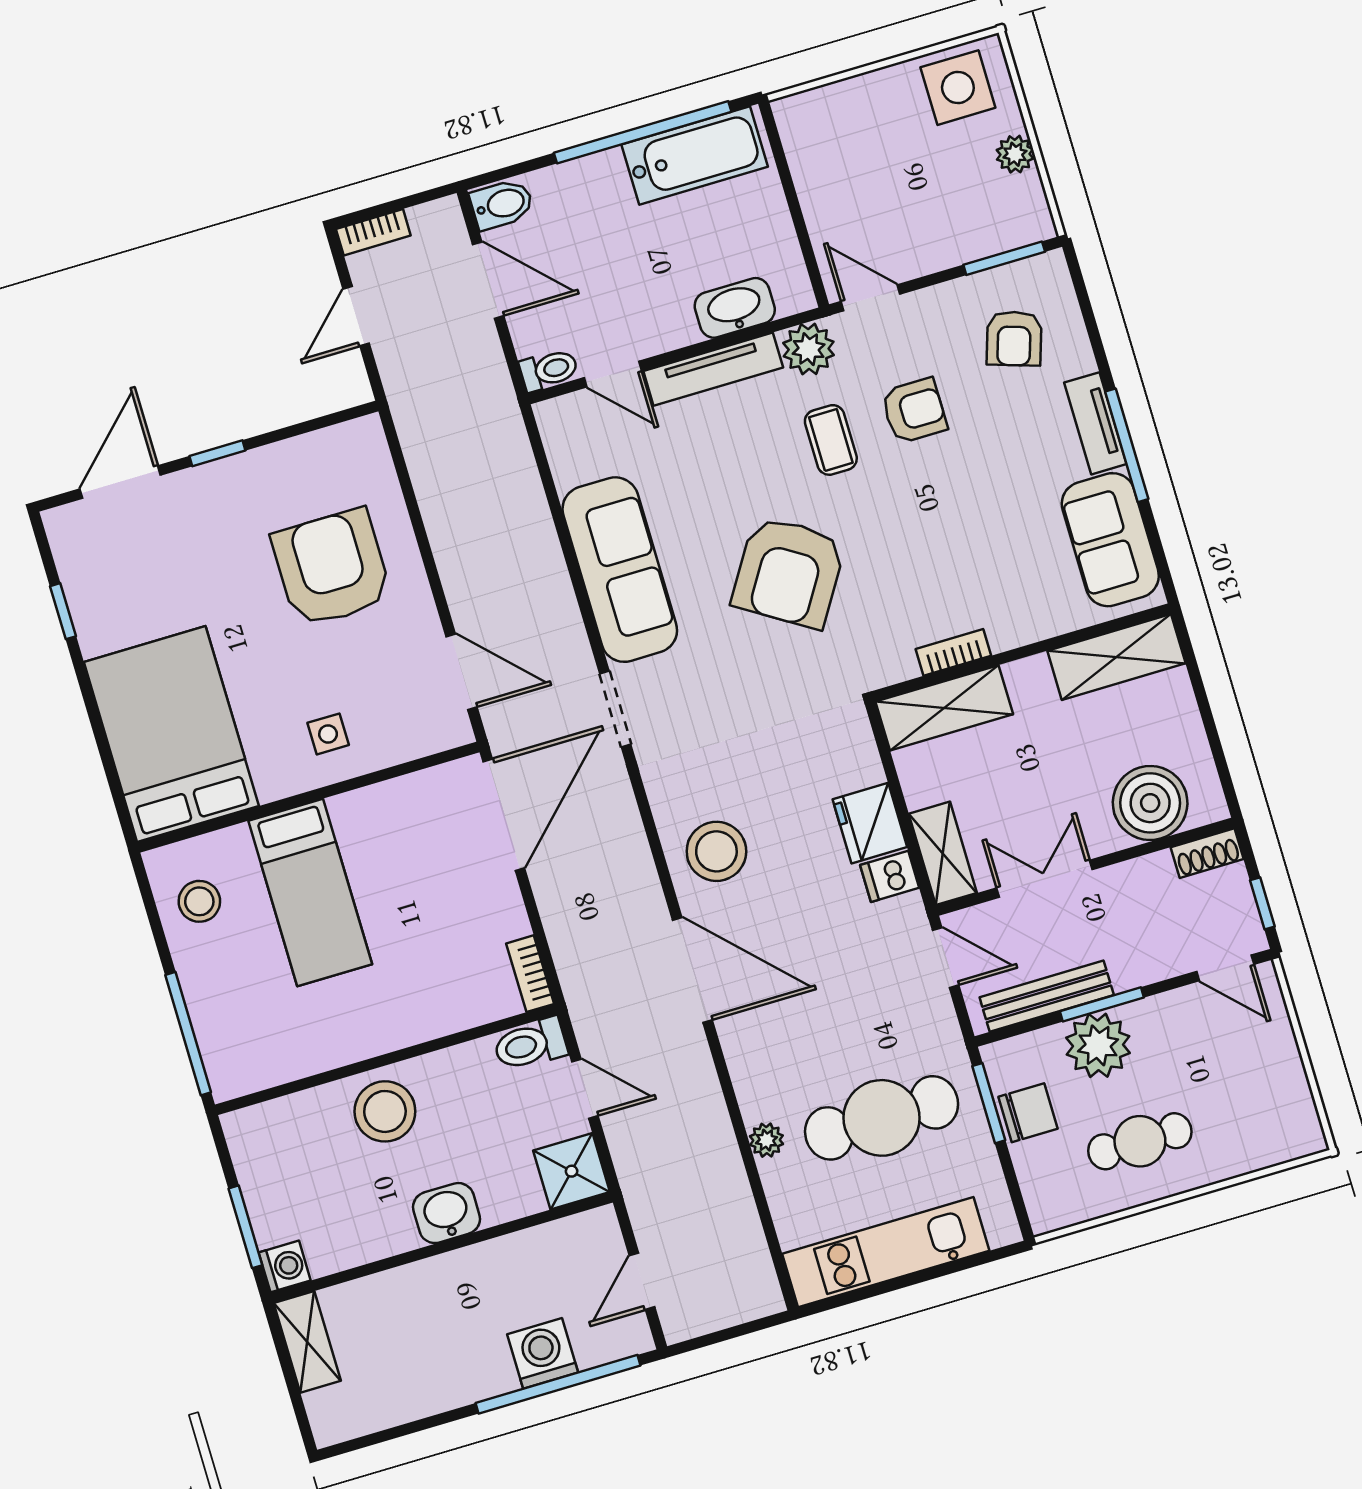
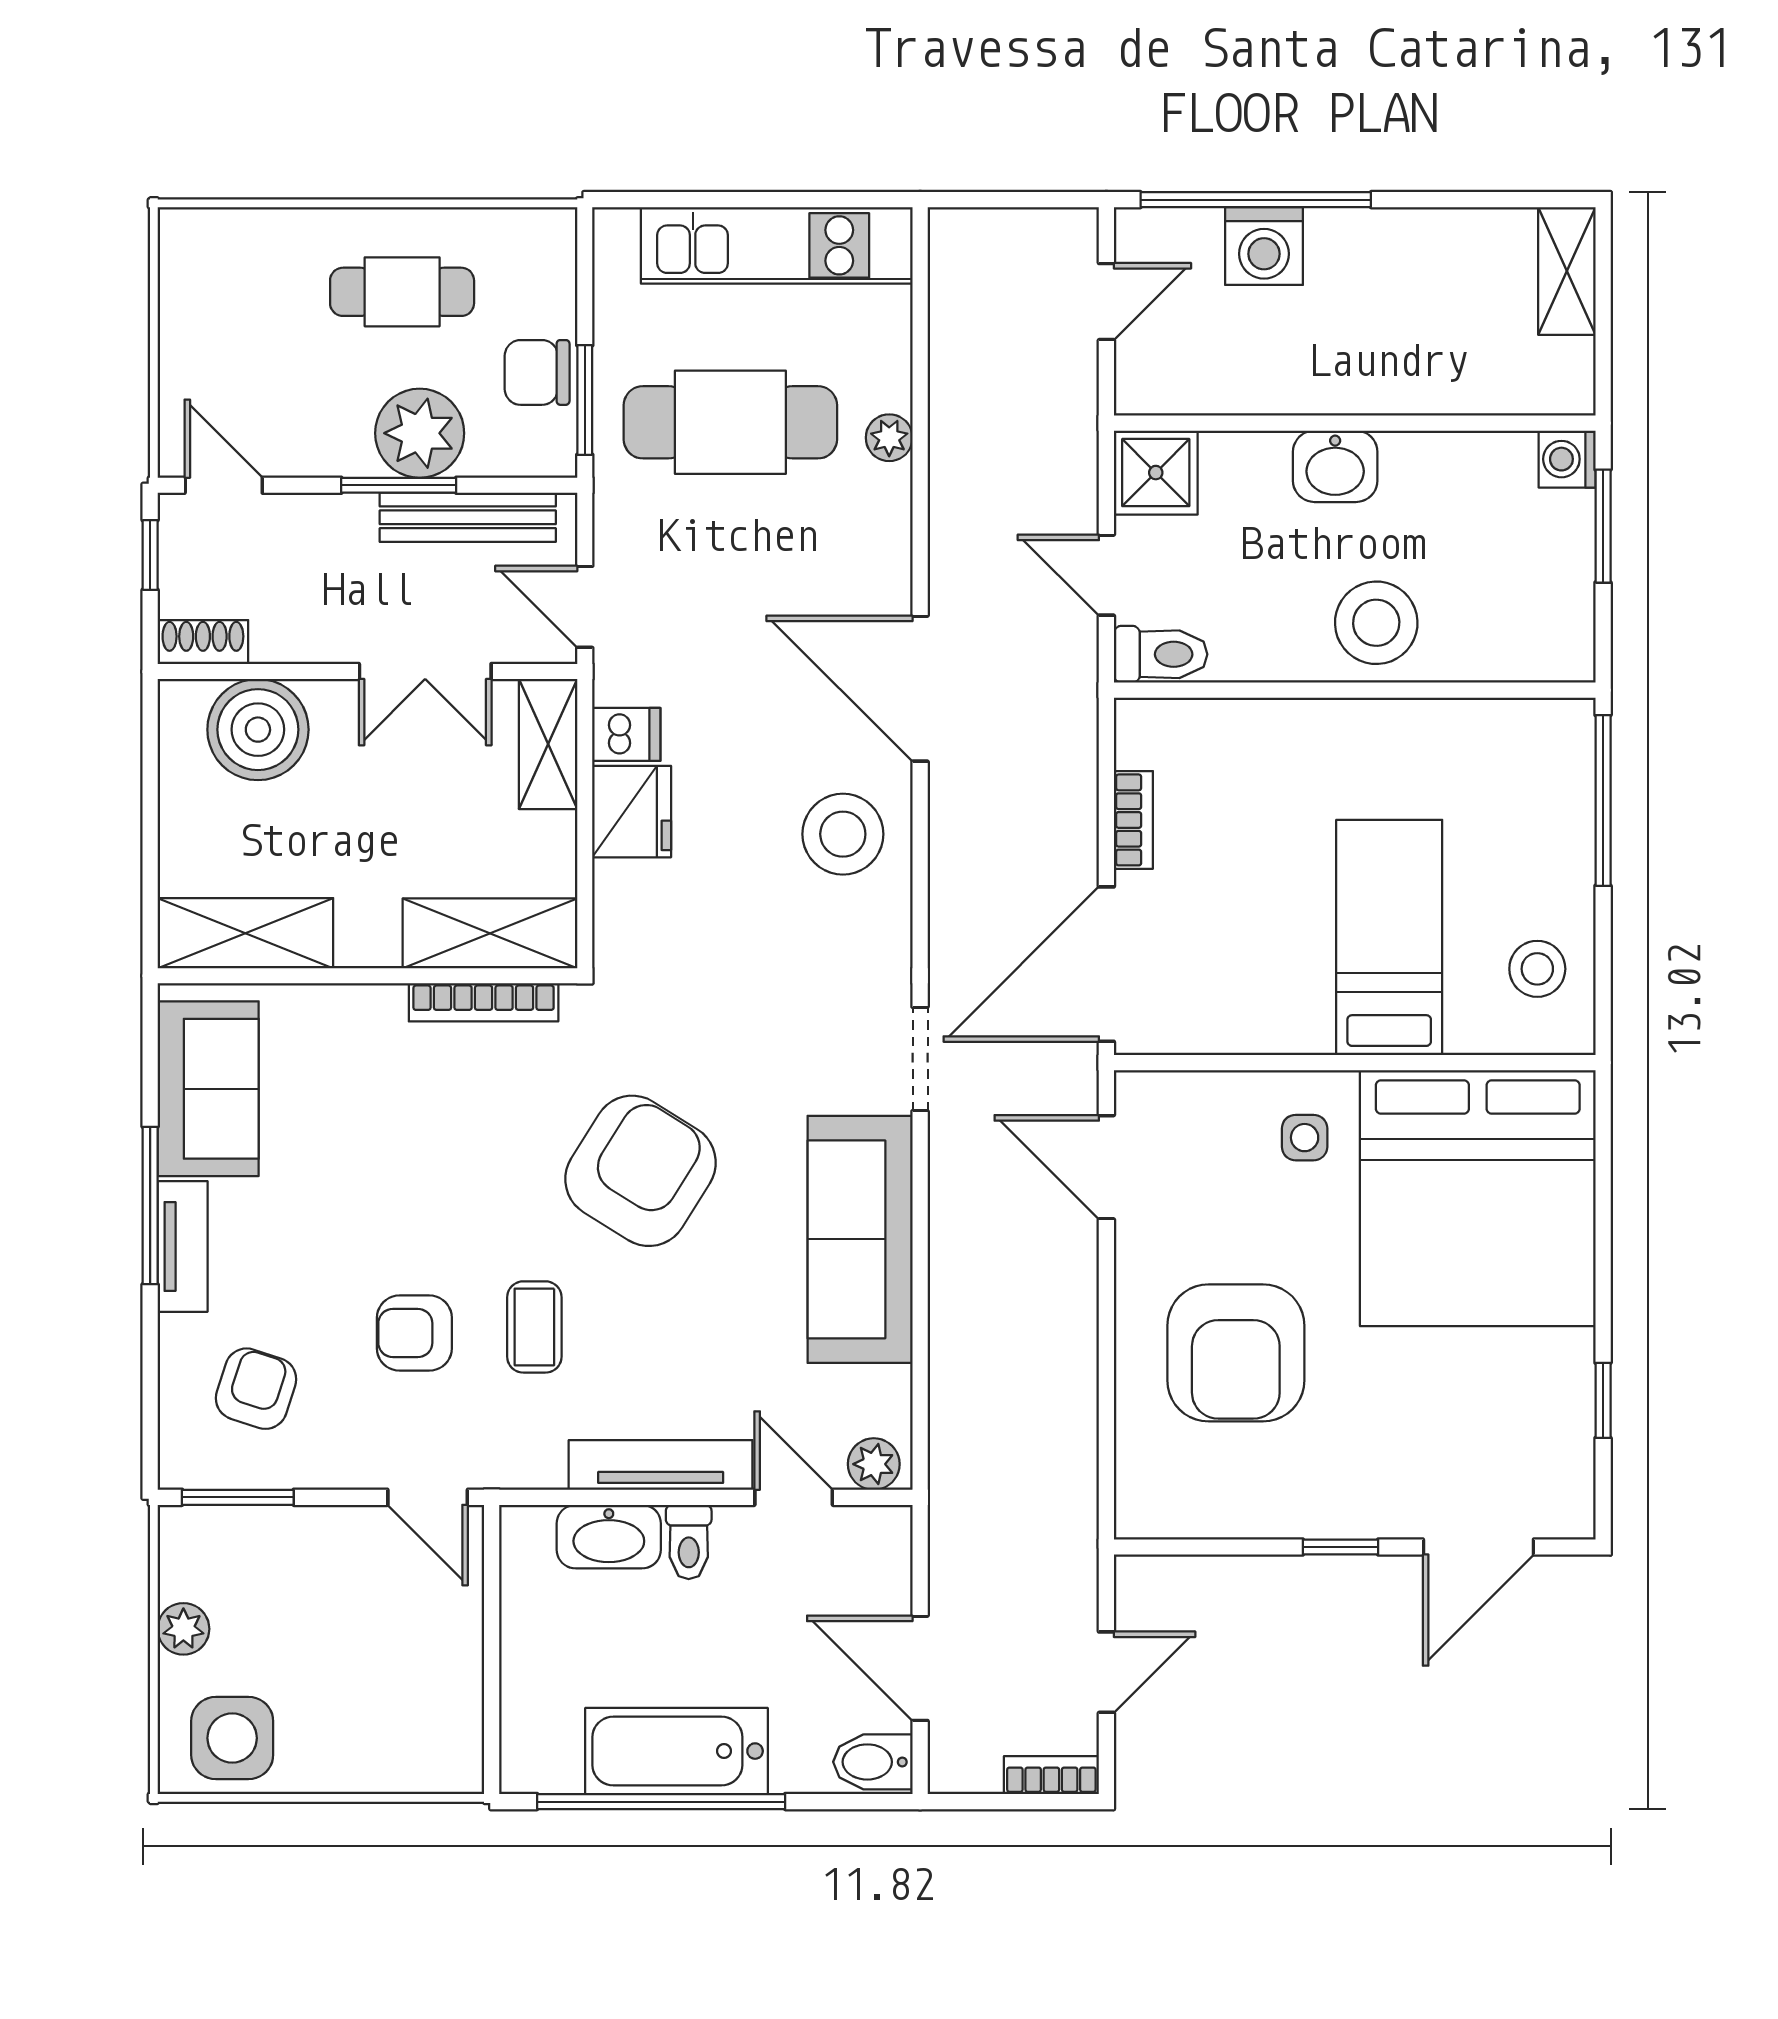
bathtub: (695, 156) -> (677, 1751), moved
plant: (809, 349) -> (874, 1464), moved, width x0.73, depth x0.73
toilet: (549, 370) -> (689, 1542), moved, turned -90
bookcase: (953, 652) -> (484, 1002), width x1.56
bed: (171, 734) -> (1478, 1198), width x1.36
bookcase: (530, 974) -> (1133, 820), moved
shelving: (307, 1342) -> (1567, 271), moved

